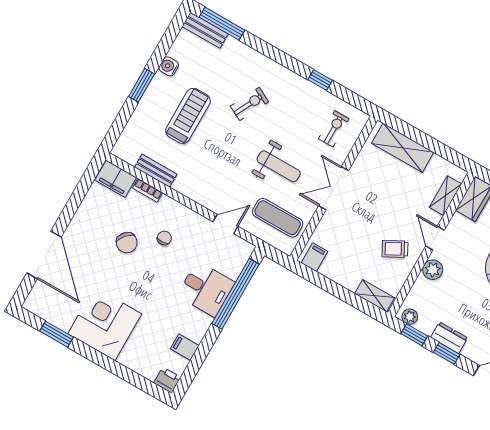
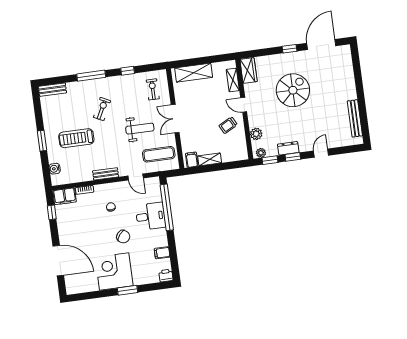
window: (222, 24) -> (91, 76), moved
water cooler: (169, 66) -> (55, 169), moved
treadmill: (188, 116) -> (76, 138), turned -90
bench: (156, 171) -> (106, 174), moved
window: (83, 187) -> (52, 212), added
door: (225, 224) -> (136, 177), swing flipped
chair: (127, 243) -> (123, 237), moved
plant: (433, 270) -> (256, 134), moved
shelving: (374, 296) -> (210, 159), moved
window: (56, 334) -> (128, 290), moved

